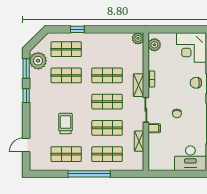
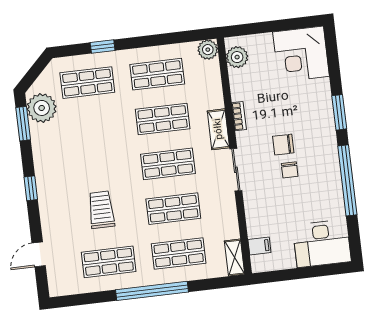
shop shelf: (66, 75) -> (157, 74), moved
chair: (196, 83) -> (283, 145), moved
window: (26, 96) -> (31, 188), moved
filing cabinet: (154, 128) -> (259, 246), moved
shelving: (139, 141) -> (235, 258), moved

